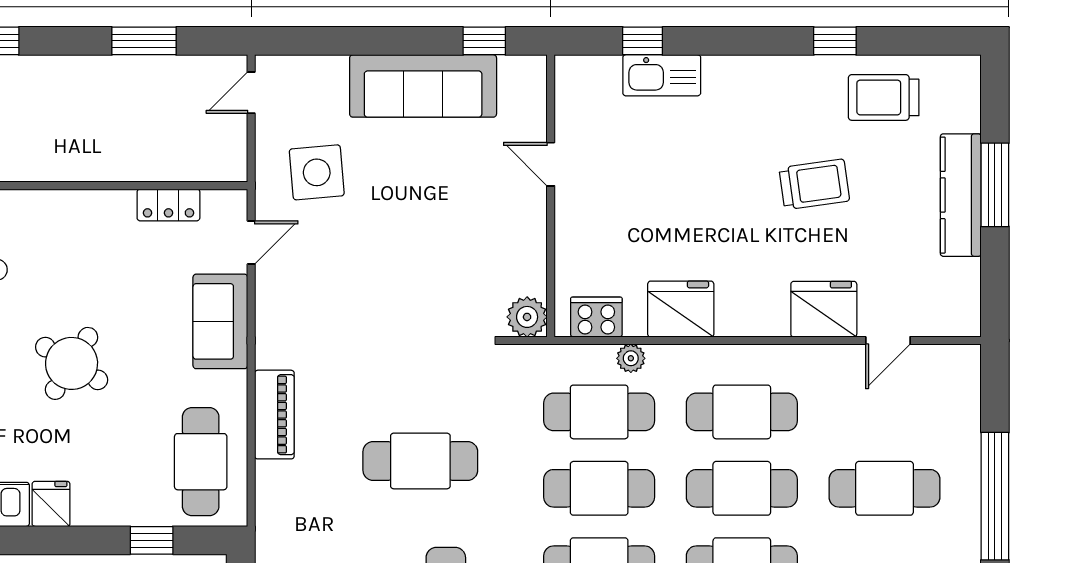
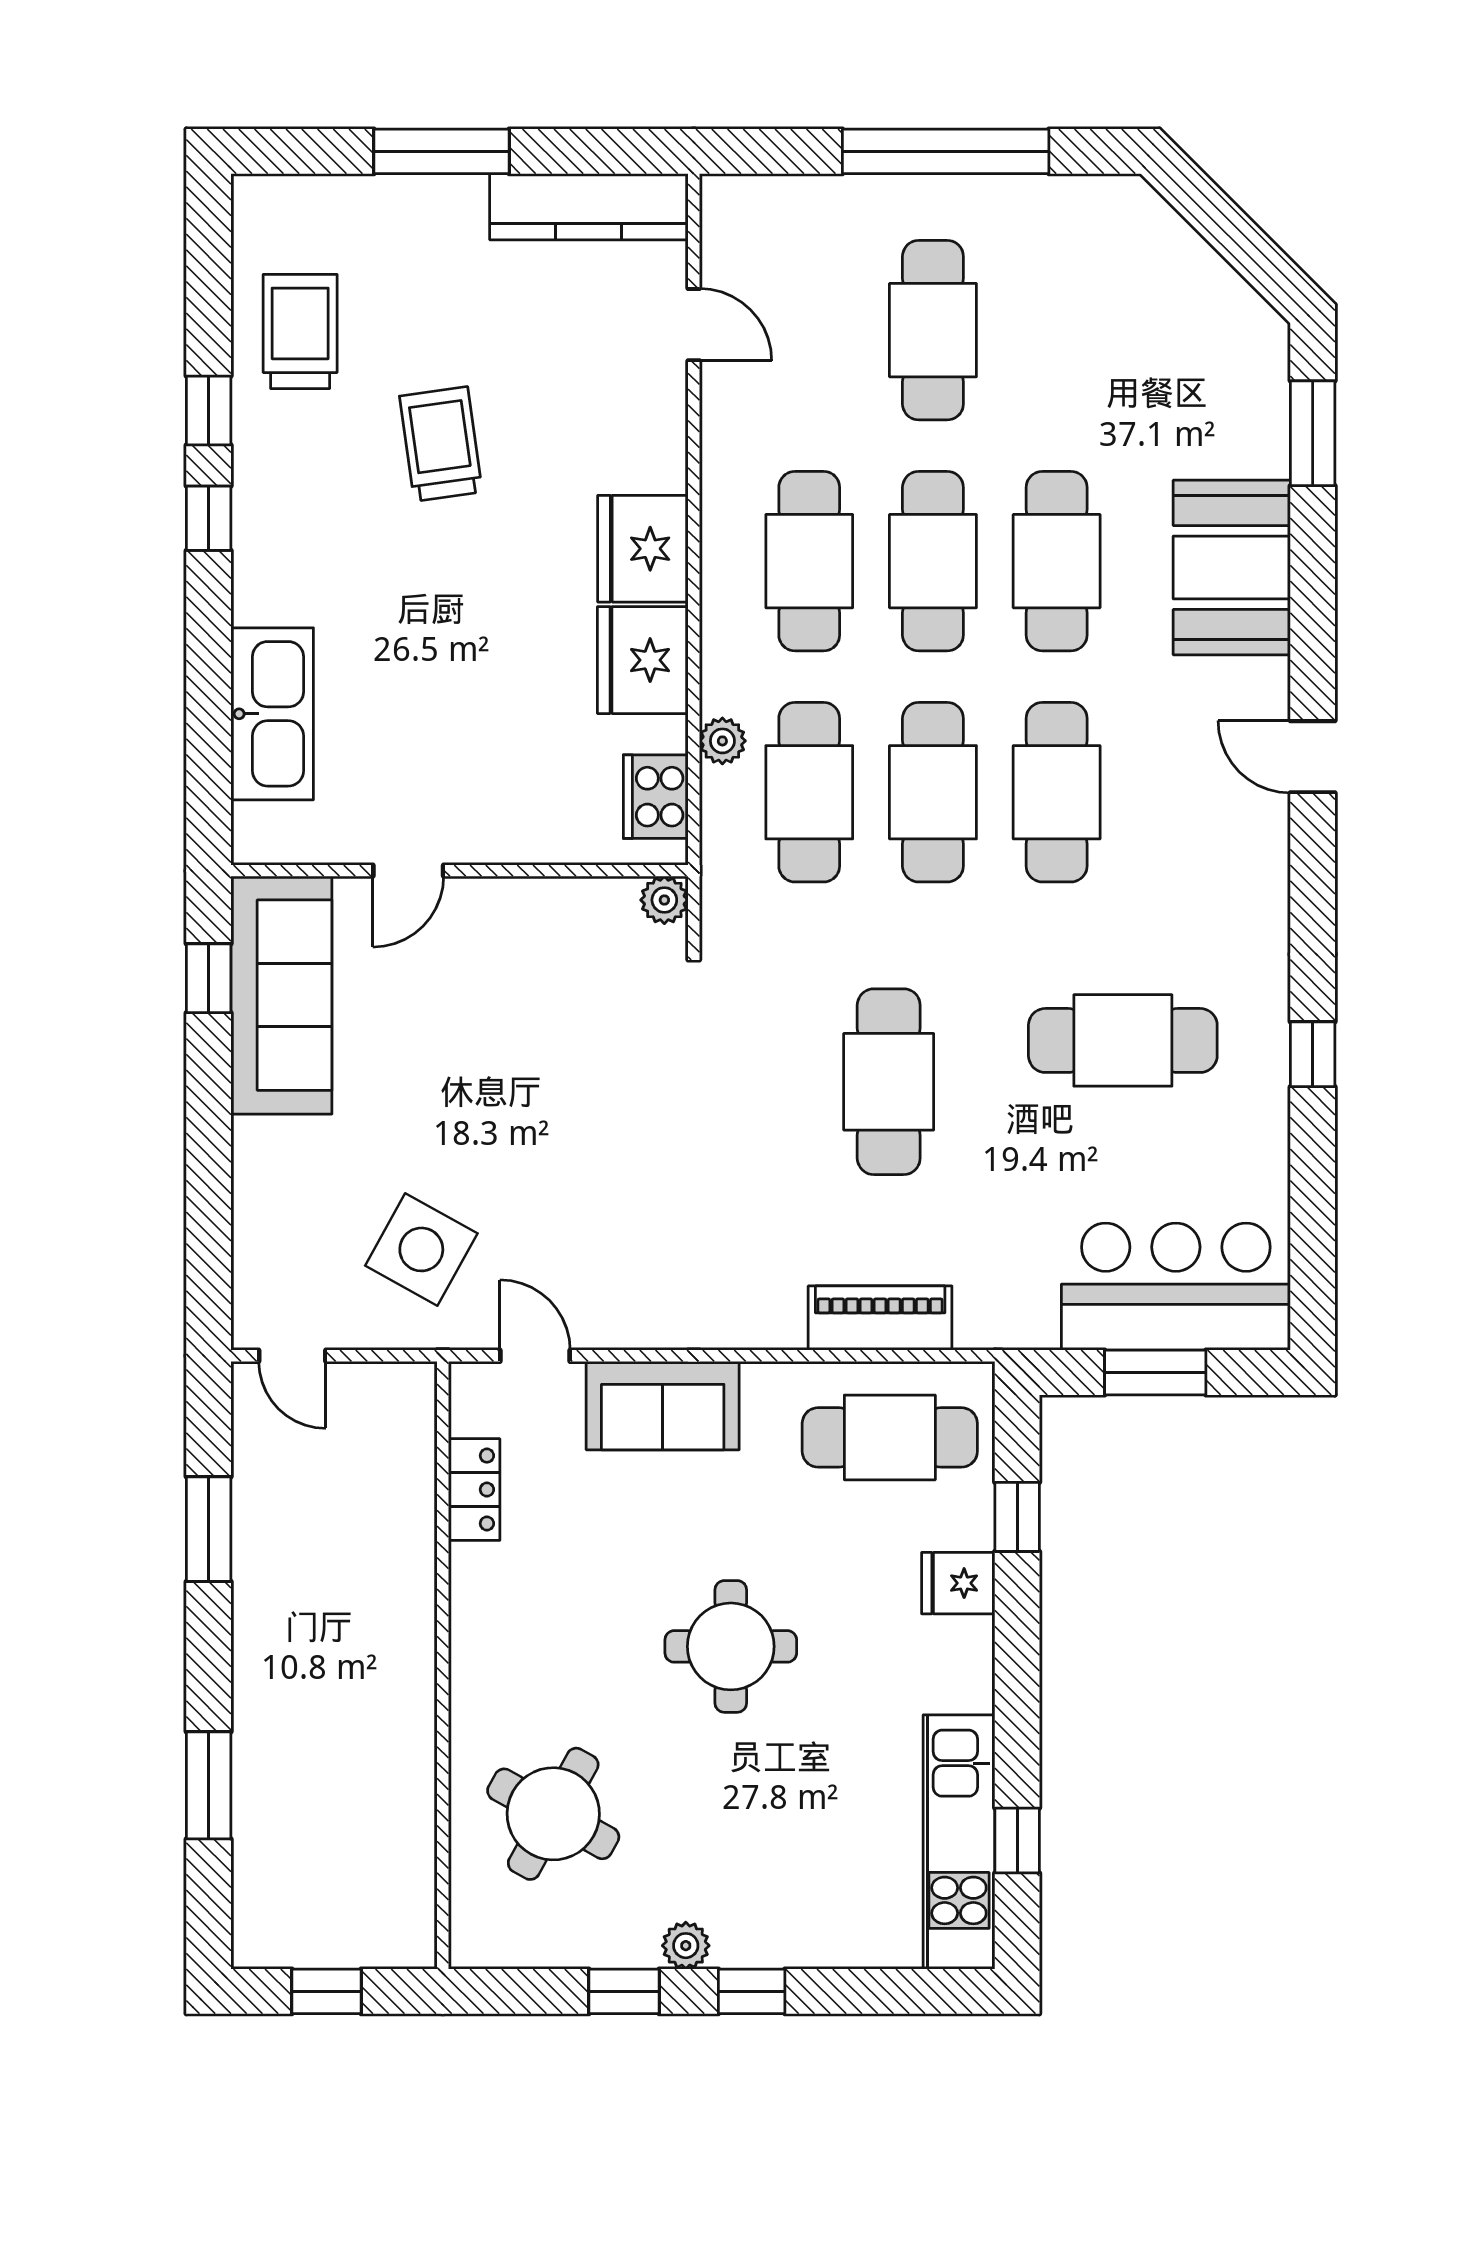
window: (643, 41) -> (209, 518), moved
kitchen sink: (662, 75) -> (272, 714), width x1.36, depth x1.24
sofa: (423, 86) -> (281, 995), moved
trolley: (884, 97) -> (300, 331), turned 180
side table: (317, 172) -> (421, 1249), turned 34
kitchen counter: (961, 195) -> (589, 207), moved
fridge: (824, 309) -> (643, 549), moved
plant: (527, 317) -> (664, 900), width x0.73, depth x0.73
round table: (72, 363) -> (731, 1646), turned -32
piano: (274, 415) -> (880, 1318), moved
fridge: (51, 504) -> (958, 1583), moved

